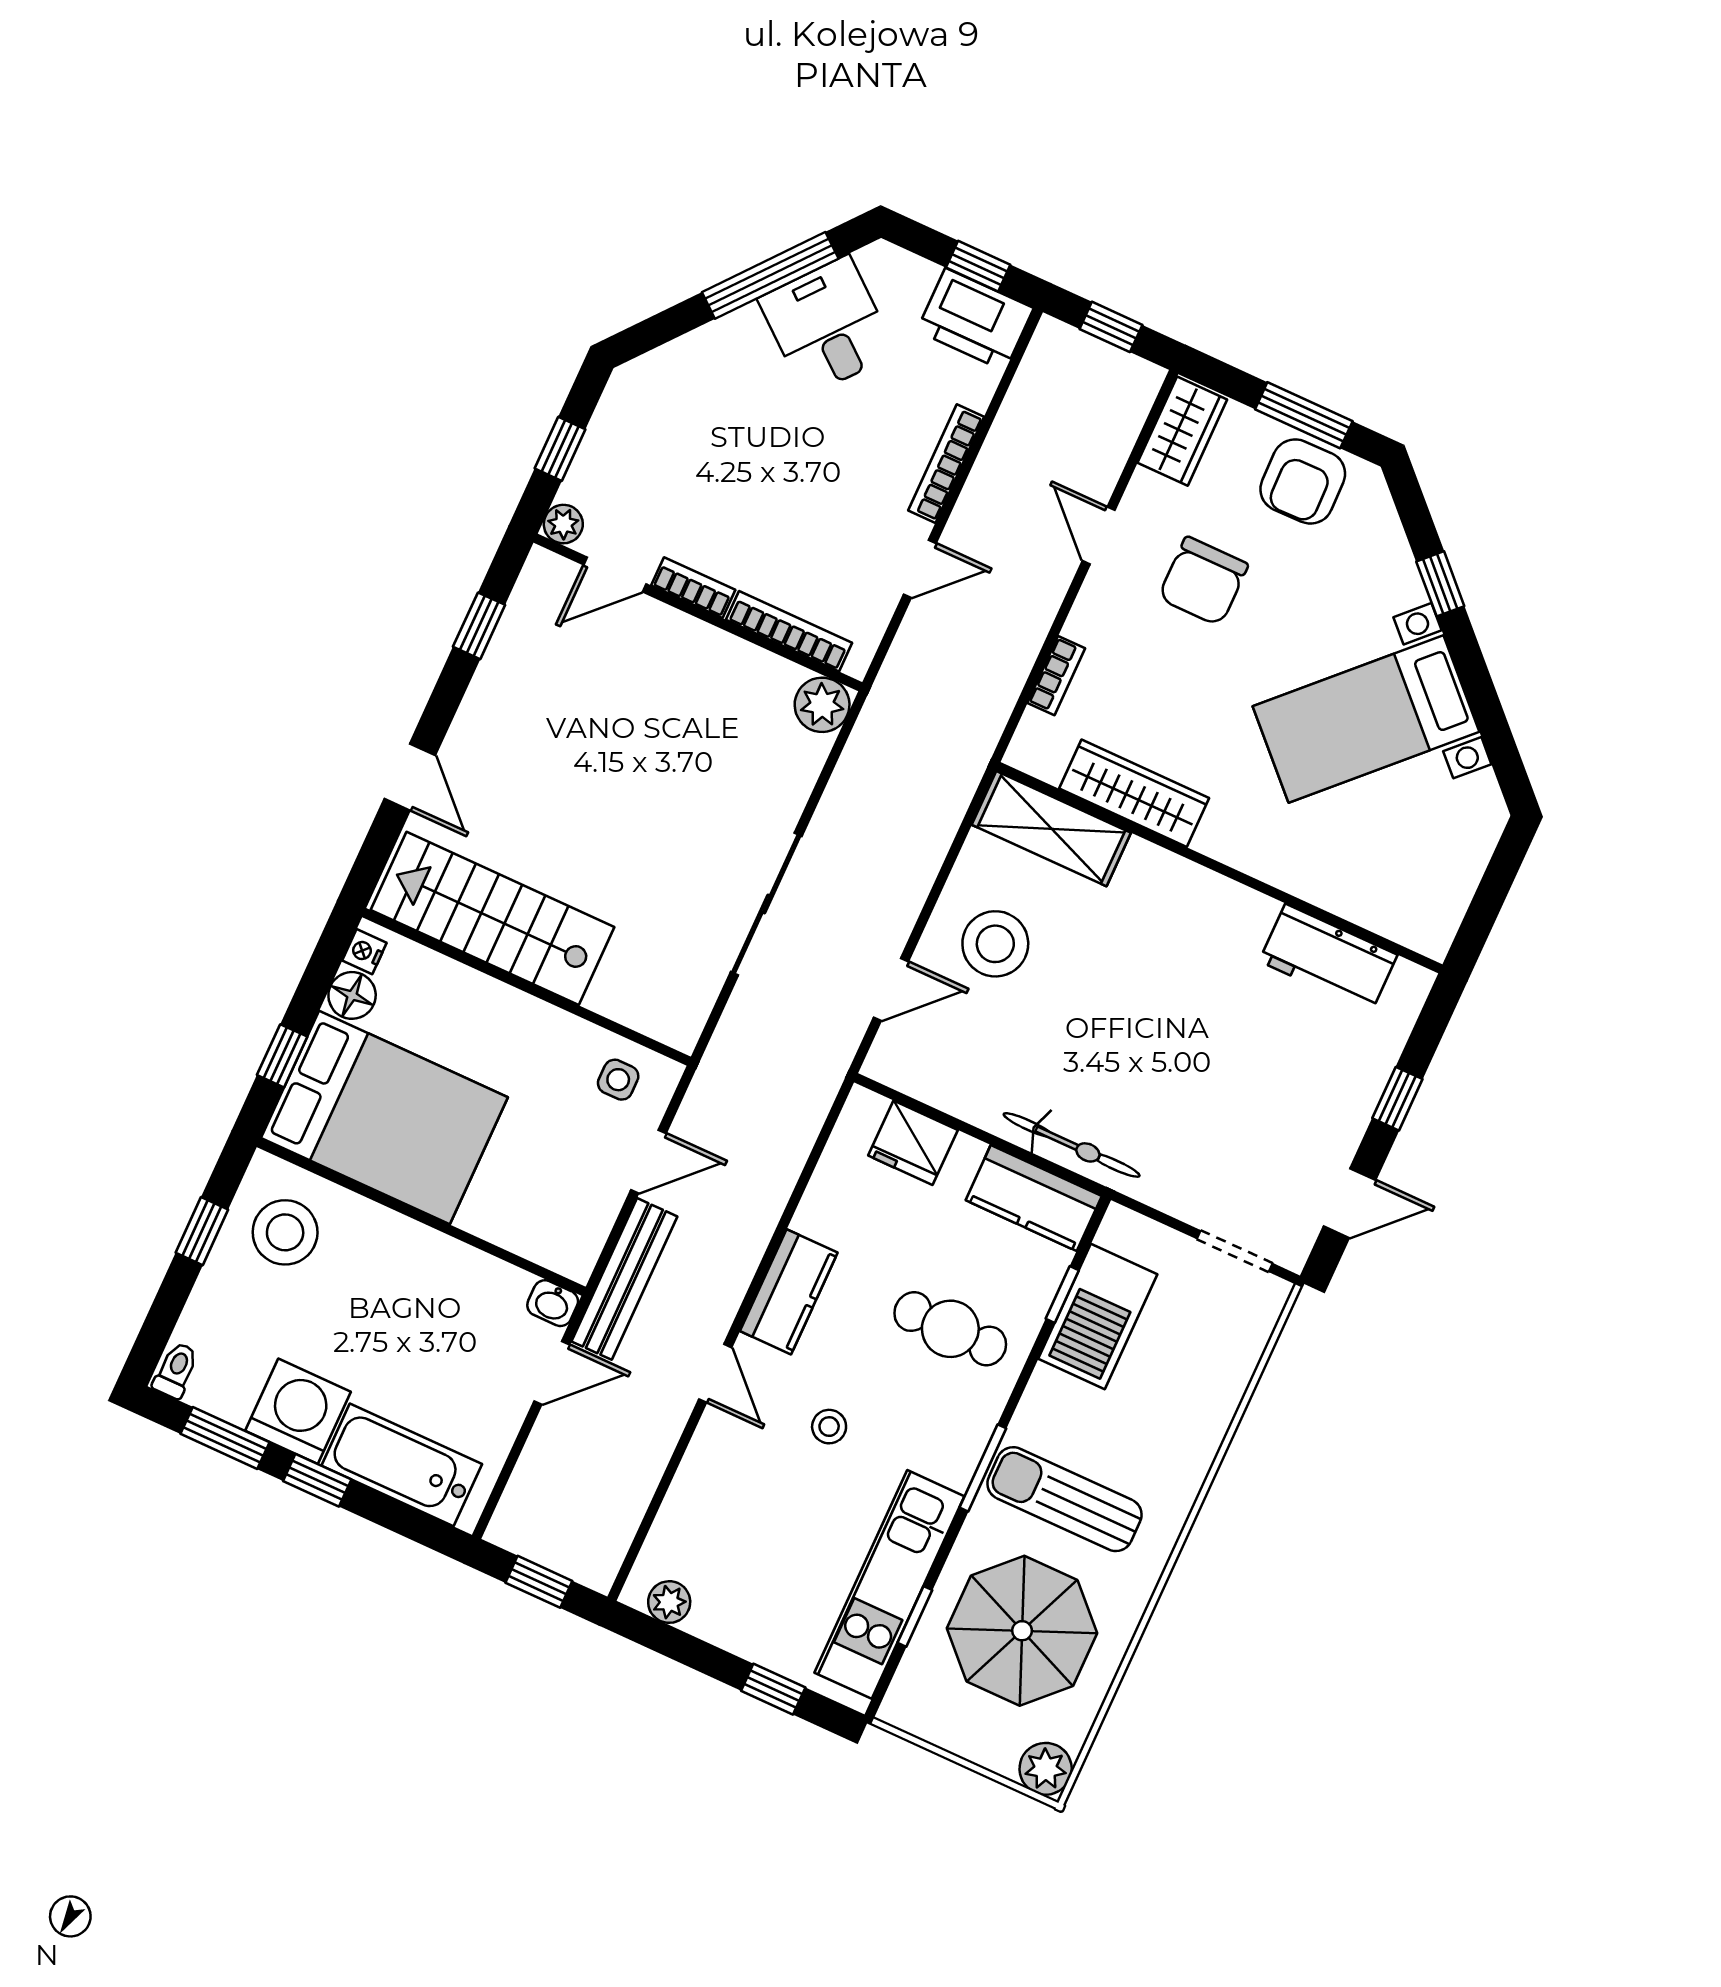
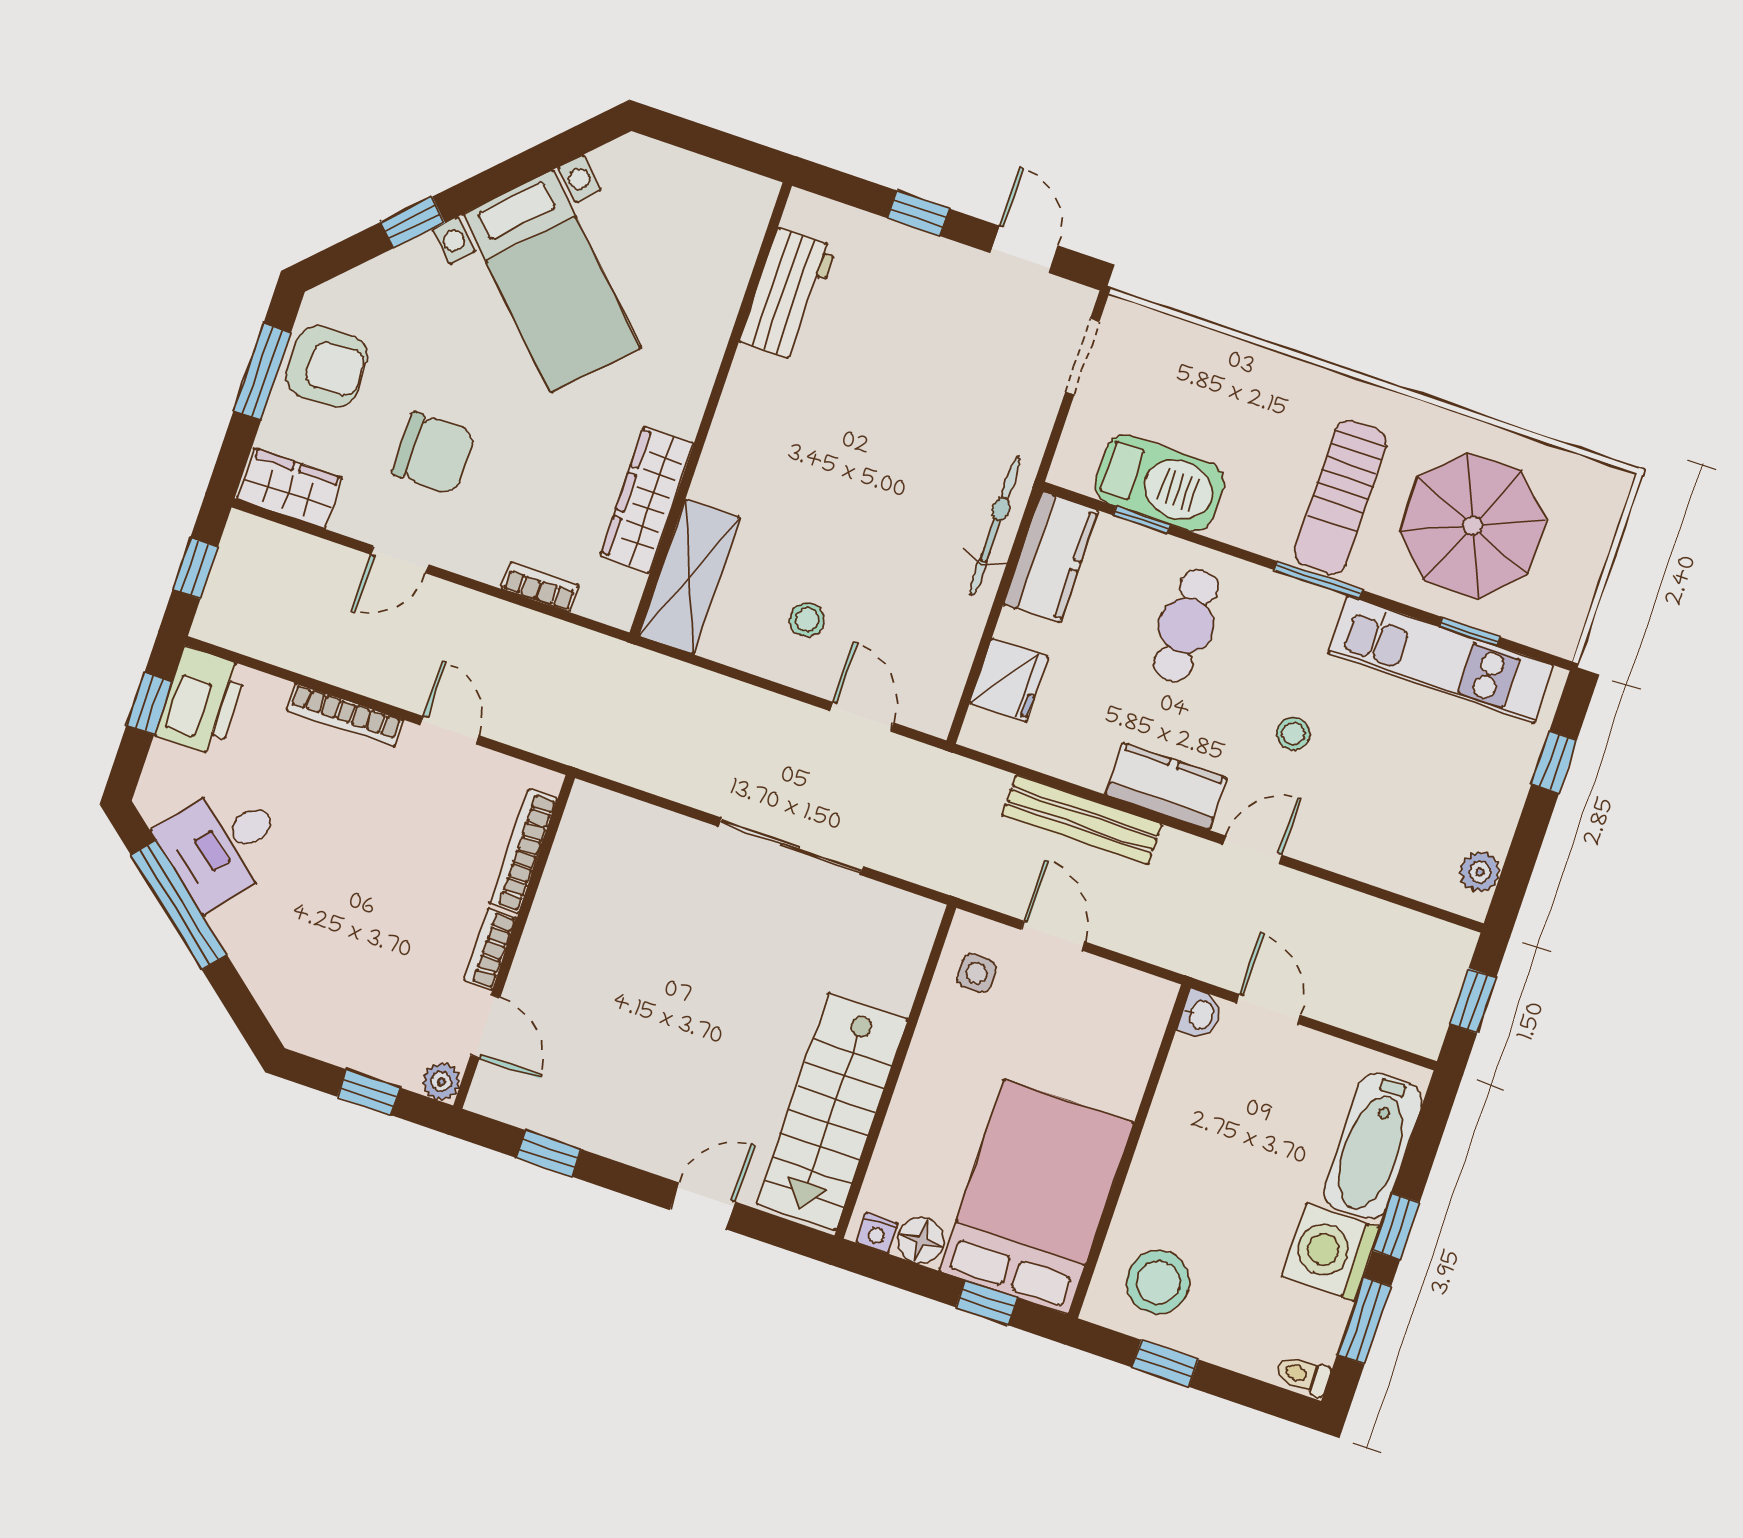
plant: (822, 705) -> (592, 812), removed
stool: (995, 944) -> (807, 620), width x0.53, depth x0.53
bench: (624, 1279) -> (1082, 820), moved
plant: (1046, 1769) -> (1605, 489), removed

